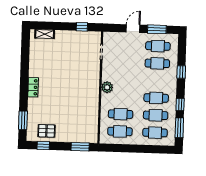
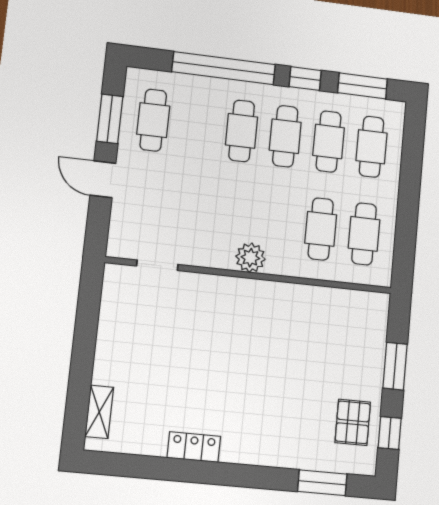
window: (82, 27) -> (88, 312), removed
cafe table: (157, 63) -> (242, 131), moved
window: (181, 72) -> (224, 68), width x3.17
locker: (33, 87) -> (194, 447), moved
window: (80, 147) -> (395, 366), moved

